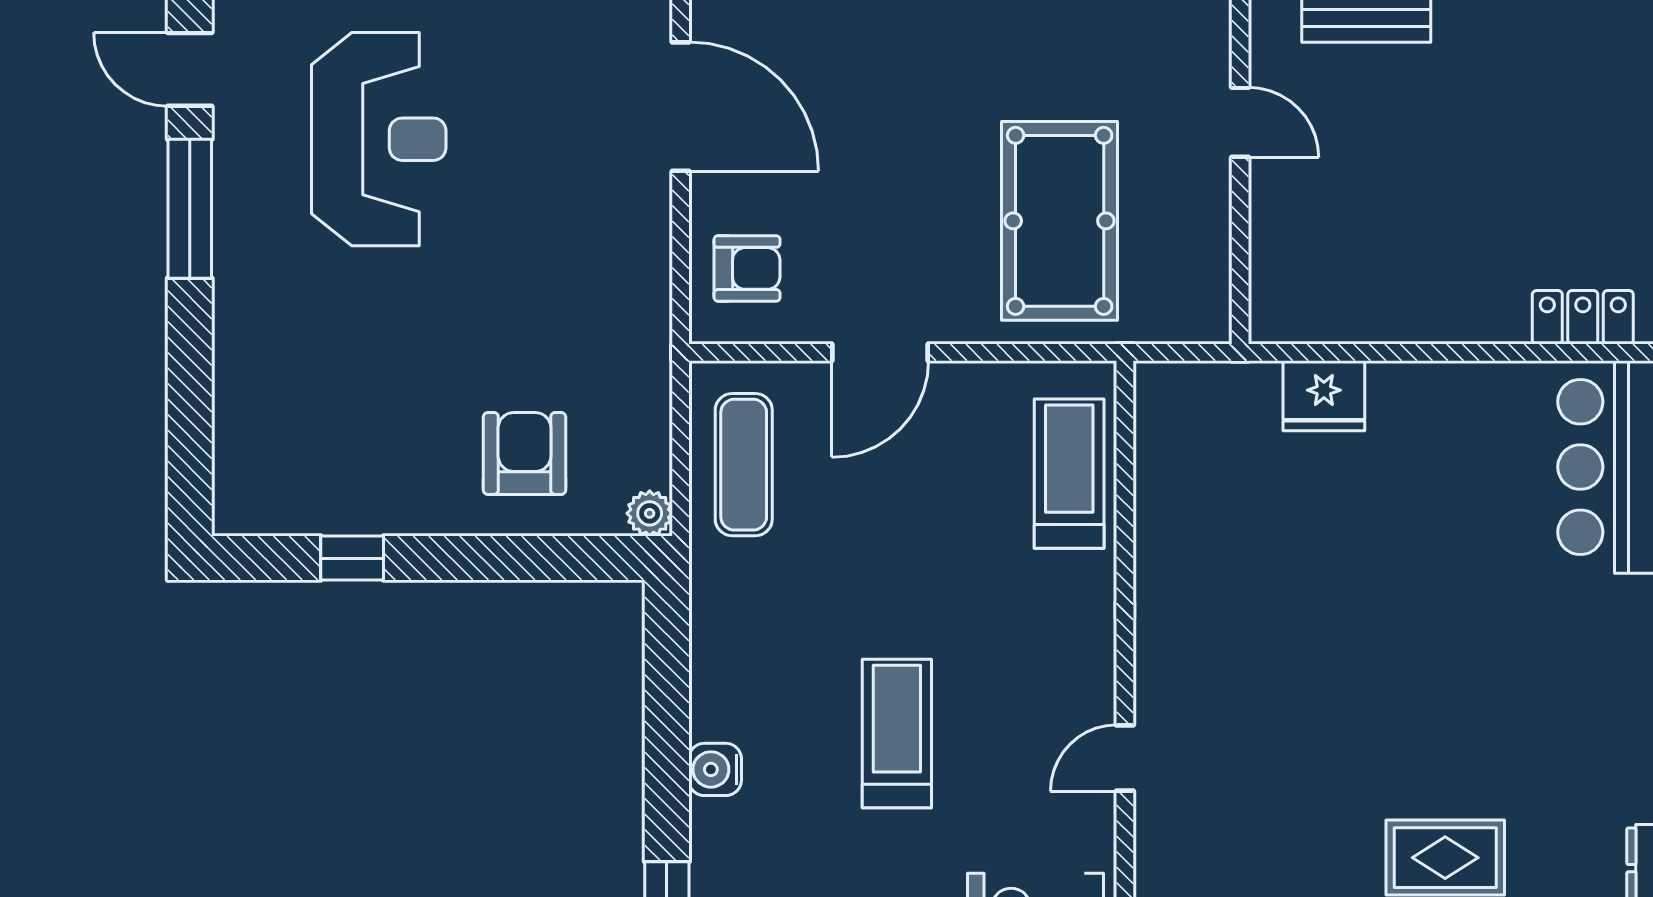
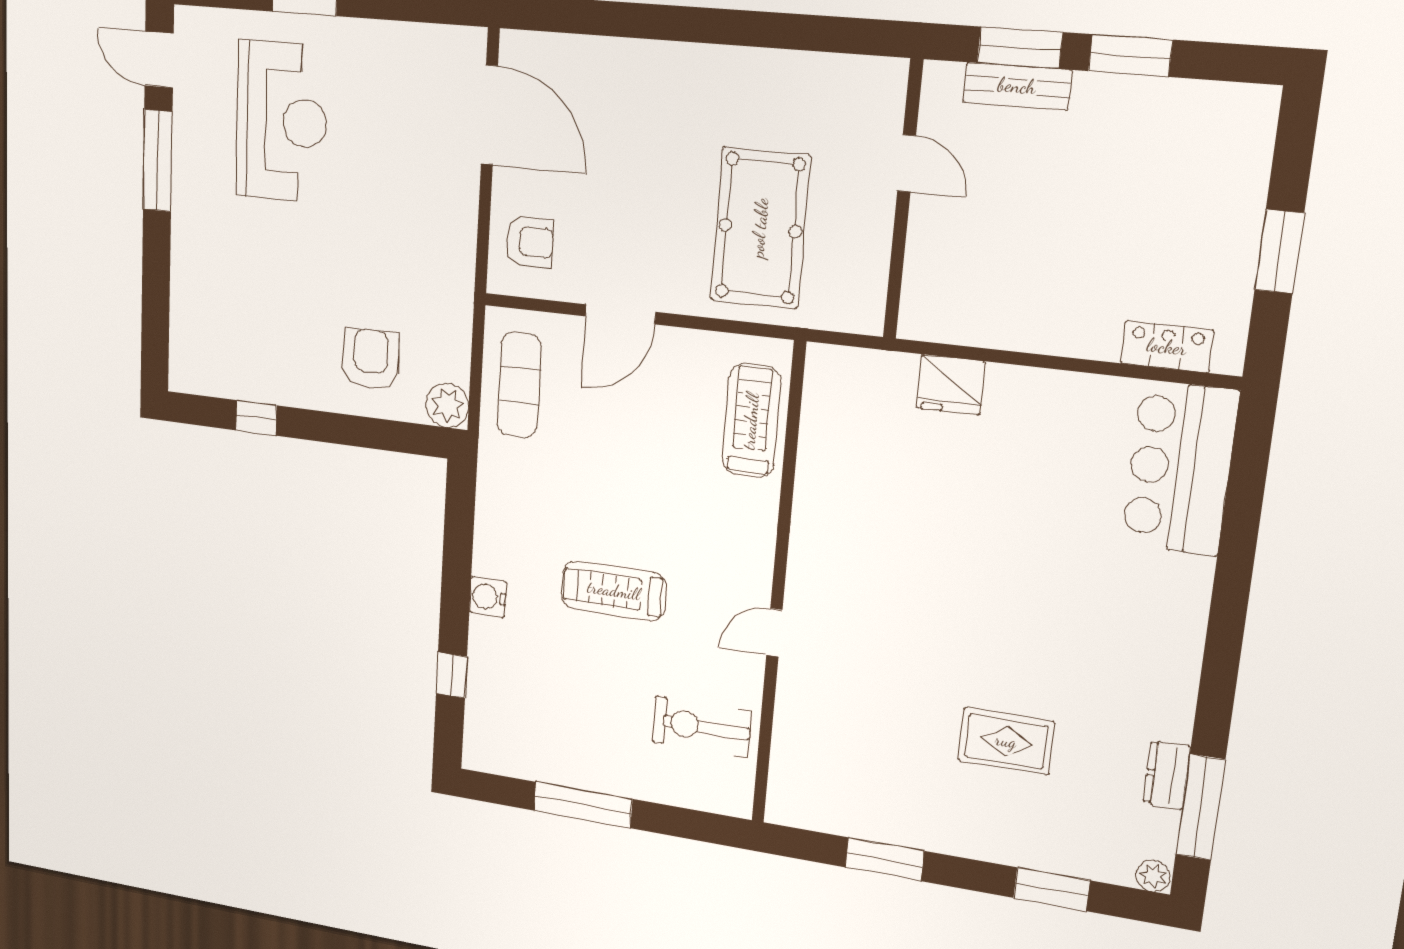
plant: (650, 513) -> (447, 405), width x1.38, depth x1.38
treadmill: (897, 734) -> (614, 591), turned -90

